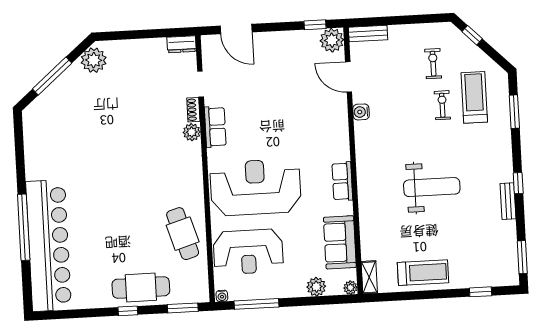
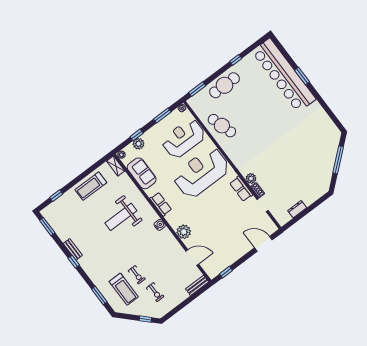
plant: (332, 40) -> (184, 232), moved
dresser: (182, 44) -> (297, 209), moved
plant: (94, 60) -> (323, 181), removed
water cooler: (361, 112) -> (160, 225), moved
reception desk: (256, 187) -> (201, 173), turned 180
weight bench: (432, 187) -> (121, 217), moved
window: (24, 227) -> (302, 76), width x0.47
window: (311, 301) -> (137, 135), added
window: (256, 304) -> (162, 116), width x0.69
window: (128, 311) -> (236, 60), moved

